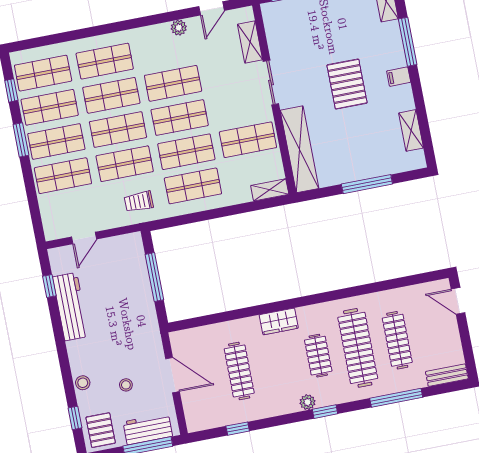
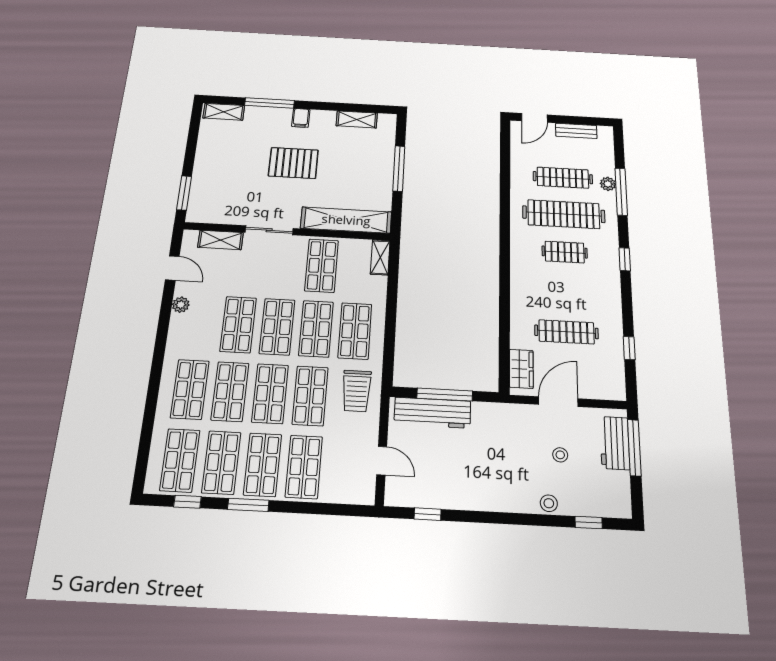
trolley: (139, 202) -> (356, 391), width x1.36, depth x1.39
workbench: (71, 307) -> (432, 413), moved, turned 180
wardrobe: (279, 321) -> (521, 369), moved
bench: (447, 375) -> (576, 131), moved, turned 90
plant: (308, 402) -> (608, 184), moved
pallet: (101, 430) -> (608, 496), removed

